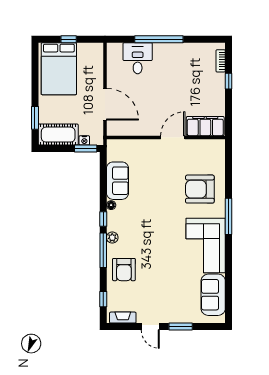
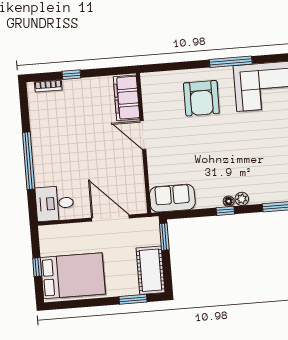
desk: (138, 58) -> (55, 203), moved
door: (105, 104) -> (110, 218), hinge flipped
nightstand: (84, 140) -> (155, 239), removed
sofa: (117, 181) -> (172, 198), moved
window: (103, 219) -> (225, 211), moved
plant: (112, 238) -> (242, 199), moved

